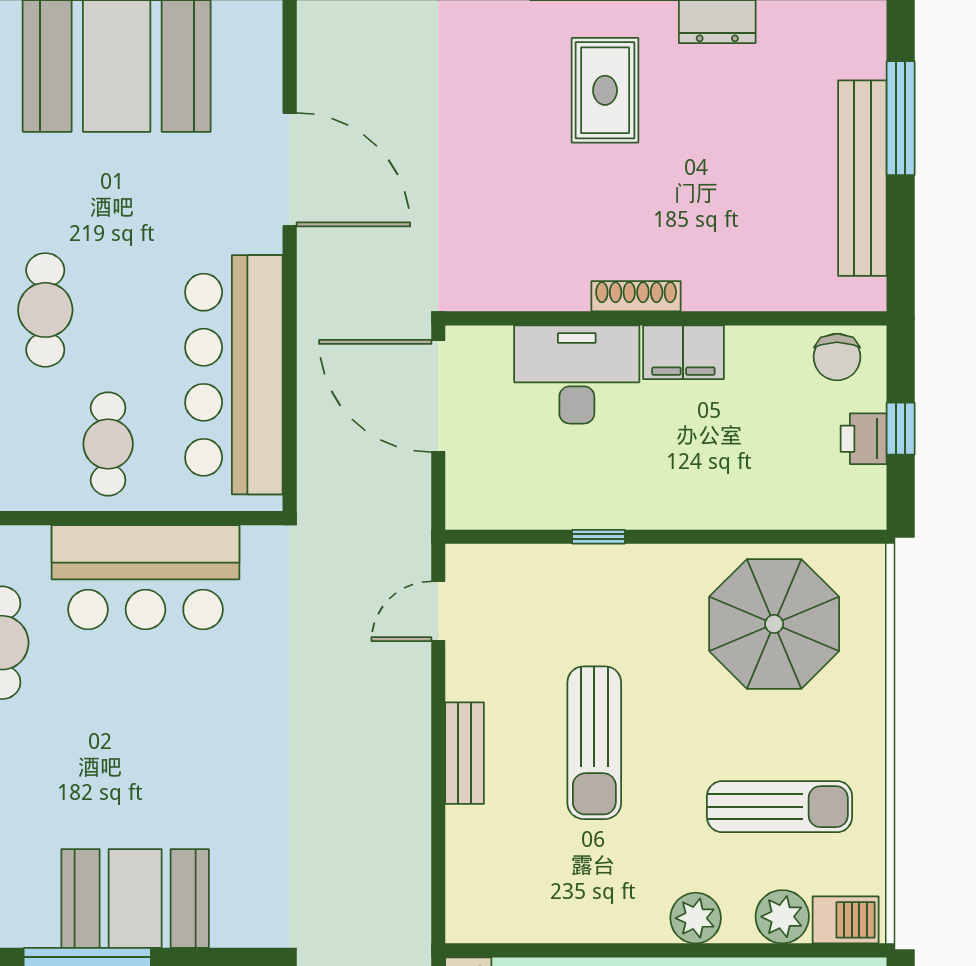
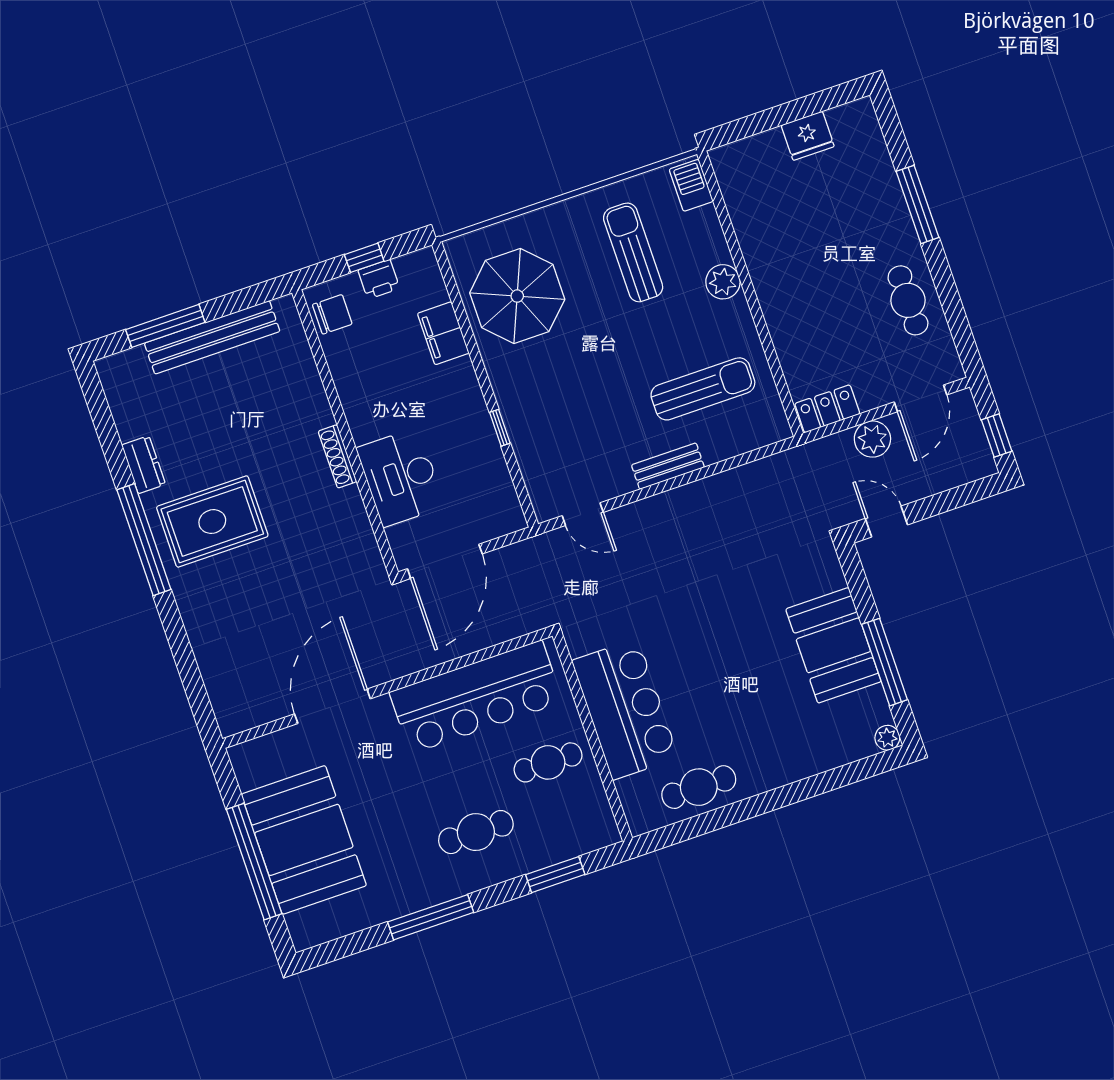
rug: (605, 90) -> (212, 522), width x1.36, depth x1.43
filing cabinet: (683, 352) -> (443, 333), moved, turned 180
sun lounger: (594, 743) -> (703, 389), moved
plant: (782, 917) -> (703, 227), removed

